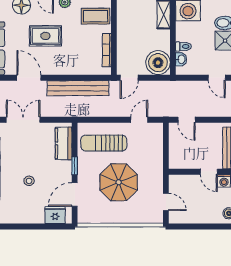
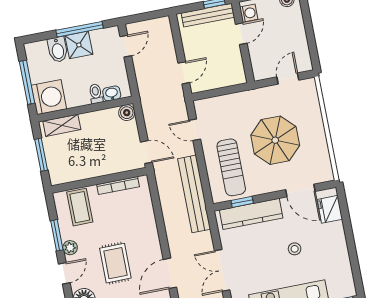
boiler: (158, 63) -> (127, 113), width x0.54, depth x0.54
bench: (78, 88) -> (194, 194), moved
kitchen counter: (64, 143) -> (251, 214), width x1.50
window: (75, 166) -> (242, 202), moved

